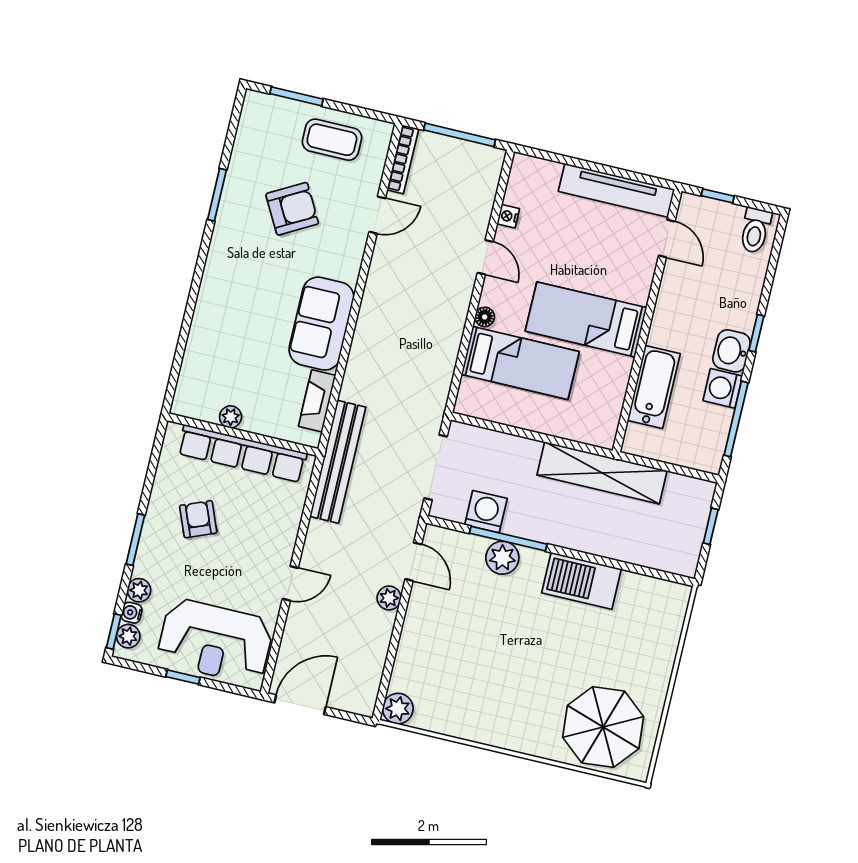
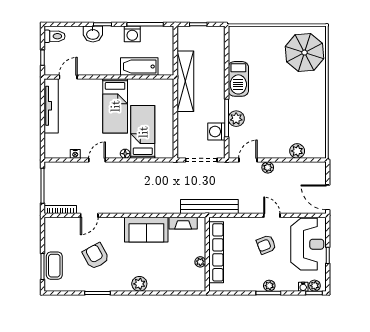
coffee table: (332, 140) -> (54, 266), moved
door: (377, 215) -> (89, 215), swing flipped
plant: (215, 284) -> (139, 284), added
washbasin: (732, 351) -> (93, 34), moved
armchair: (198, 519) -> (266, 245), moved
plant: (139, 590) -> (269, 286), moved
plant: (398, 709) -> (297, 151), moved

